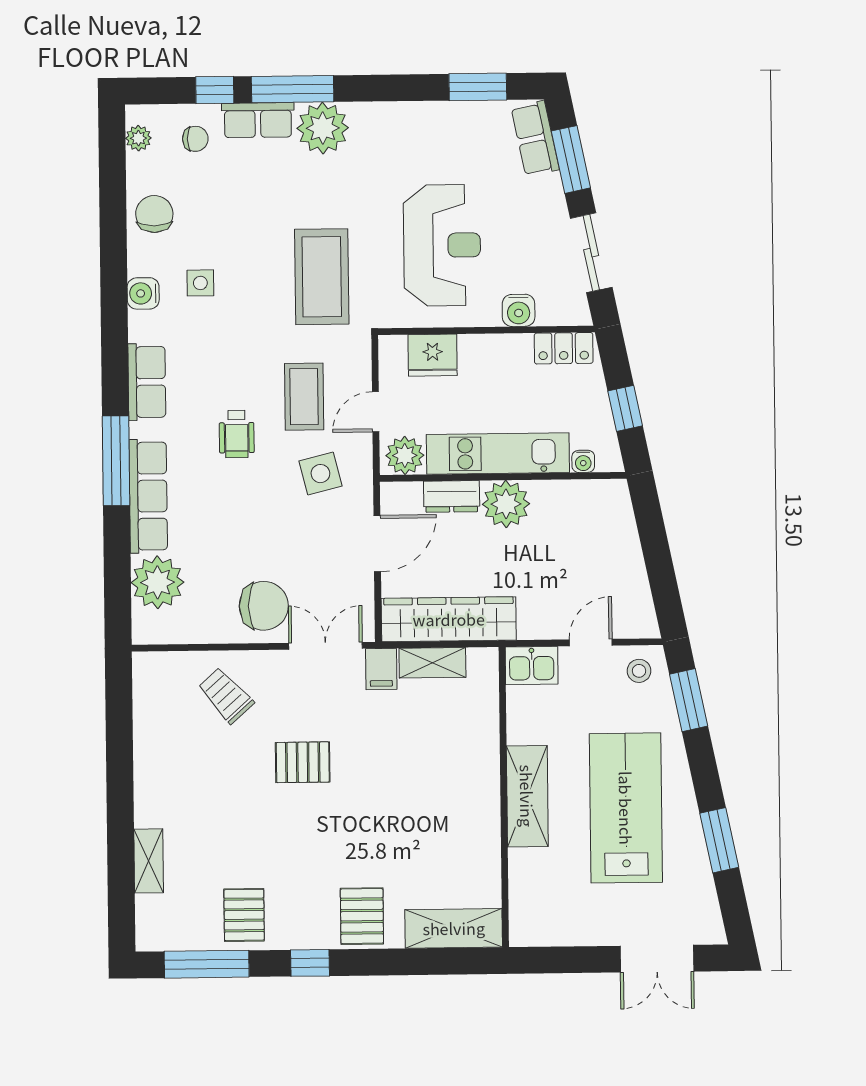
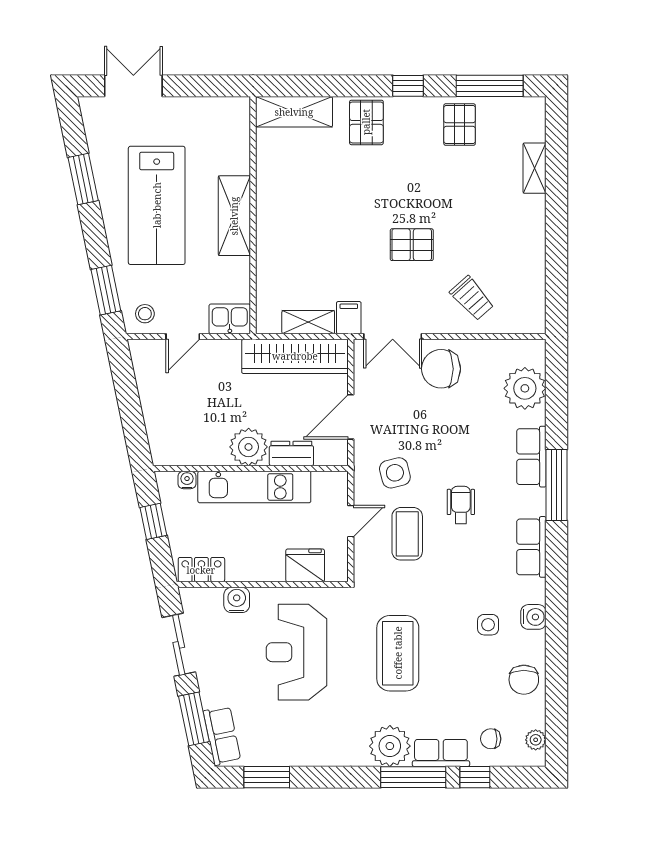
coffee table: (322, 277) -> (398, 653), moved
plant: (405, 455) -> (328, 486), removed
row of seats: (148, 496) -> (531, 457), width x0.68

